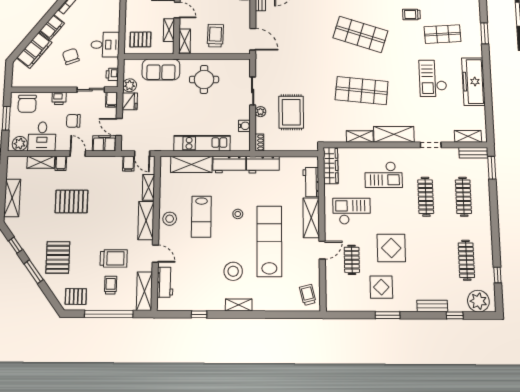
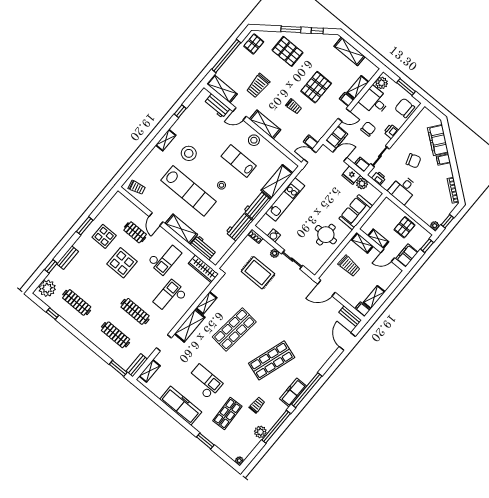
filing cabinet: (52, 27) -> (443, 160), width x0.50
pallet: (140, 39) -> (405, 227), moved
shelving: (149, 187) -> (285, 143), removed
trolley: (111, 285) -> (294, 106), moved

